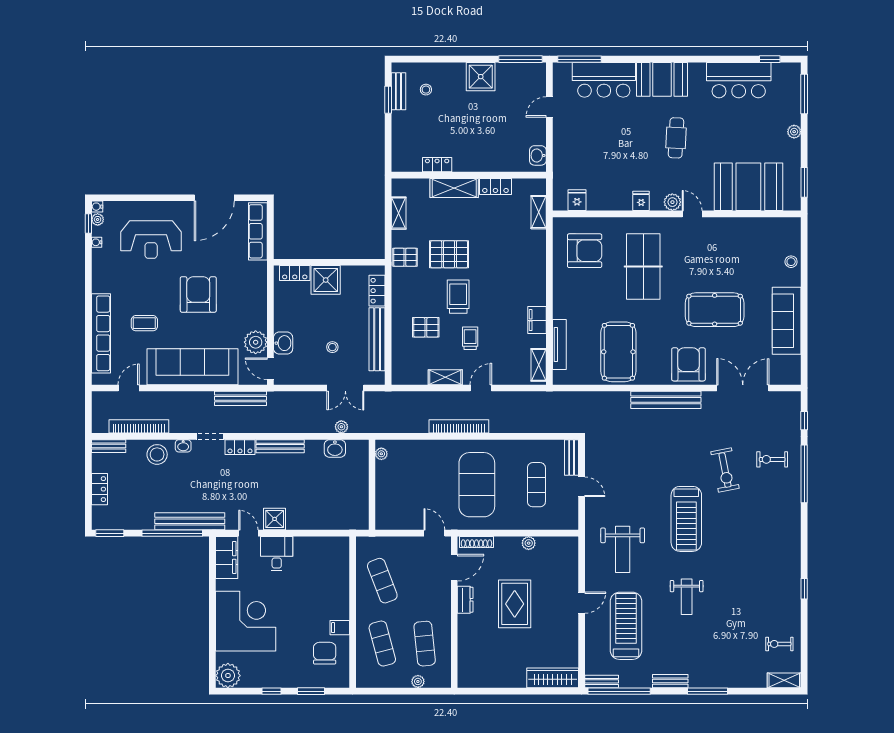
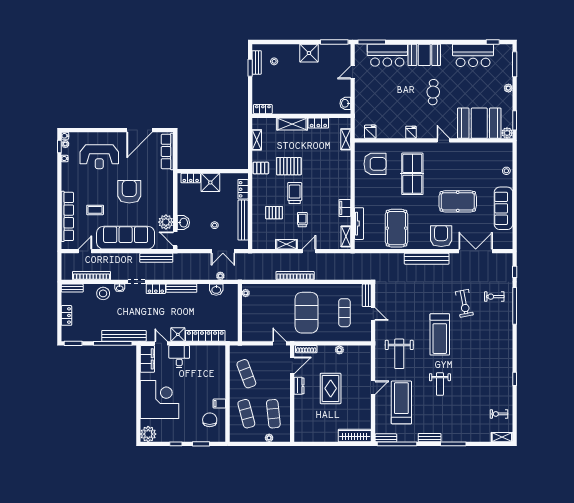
locker: (437, 165) -> (263, 109), moved
plant: (672, 202) -> (507, 133), moved
locker: (318, 521) -> (205, 336), added

